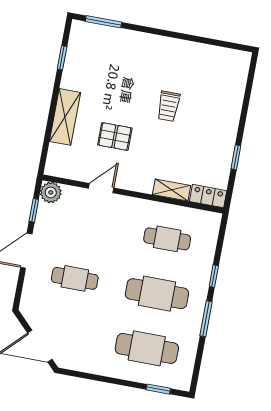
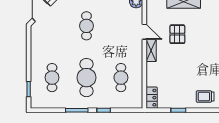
trolley: (169, 106) -> (205, 97), moved
shelving: (172, 190) -> (151, 51), moved
cafe table: (147, 348) -> (52, 78), width x0.73, depth x0.74

